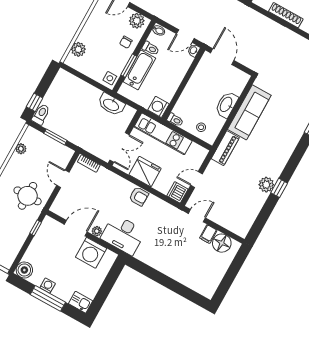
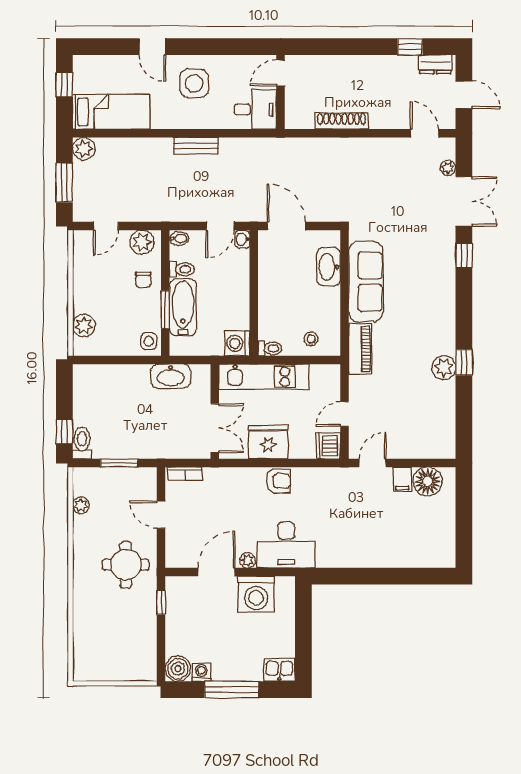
washbasin: (226, 105) -> (328, 267), moved
washing machine: (48, 286) -> (201, 672), moved

